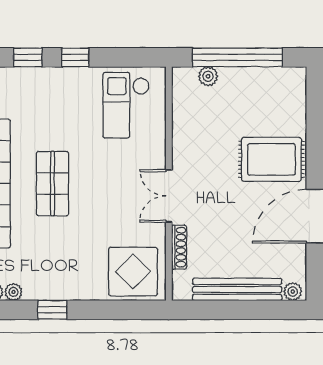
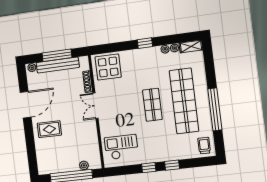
checkout: (126, 105) -> (121, 147), turned -90
rug: (271, 159) -> (49, 129), width x0.73, depth x0.70
double door: (169, 196) -> (96, 106), swing flipped
window: (236, 310) -> (57, 55), added

